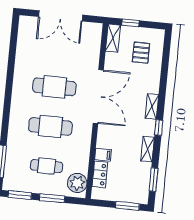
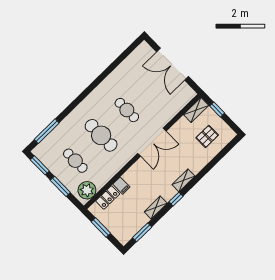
cafe table: (54, 87) -> (127, 110), width x0.73, depth x0.74
double door: (98, 97) -> (152, 142), width x0.73
window: (127, 206) -> (101, 228), moved

